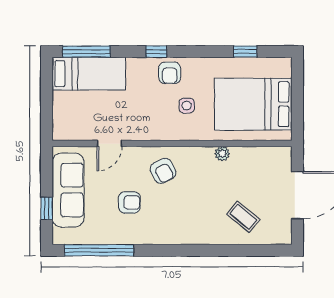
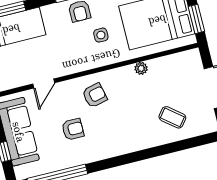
window: (297, 114) -> (196, 19), added
armchair: (163, 171) -> (95, 95), turned -76

